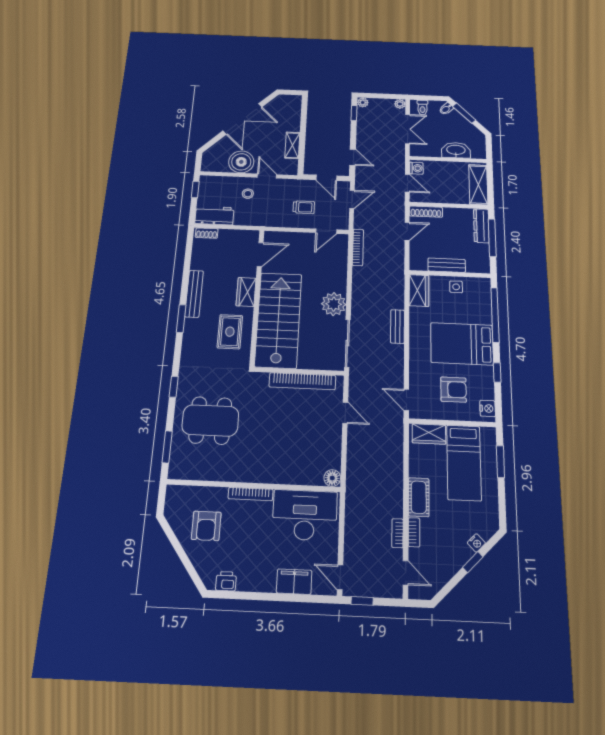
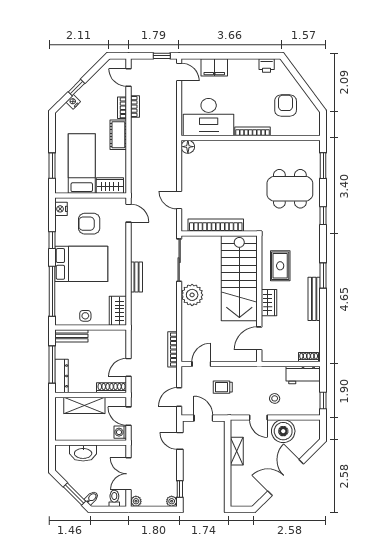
shelving: (478, 185) -> (84, 405), moved, turned 90
bench: (447, 265) -> (71, 336), moved

